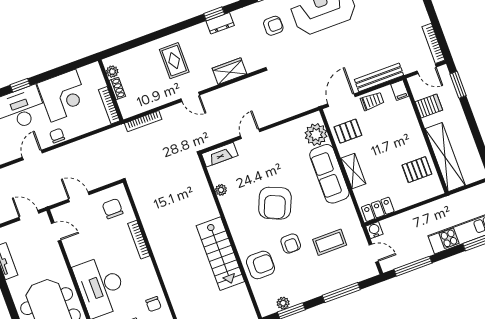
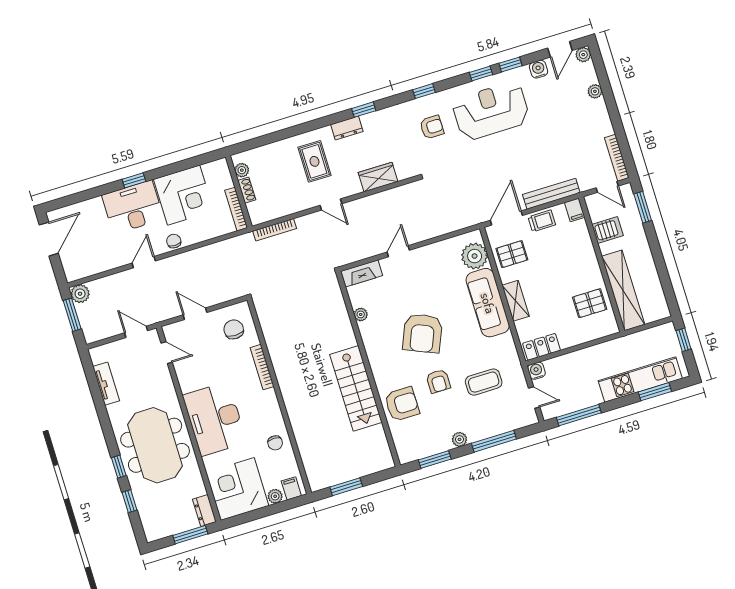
dresser: (220, 23) -> (347, 128), moved
plant: (283, 303) -> (460, 439), moved

